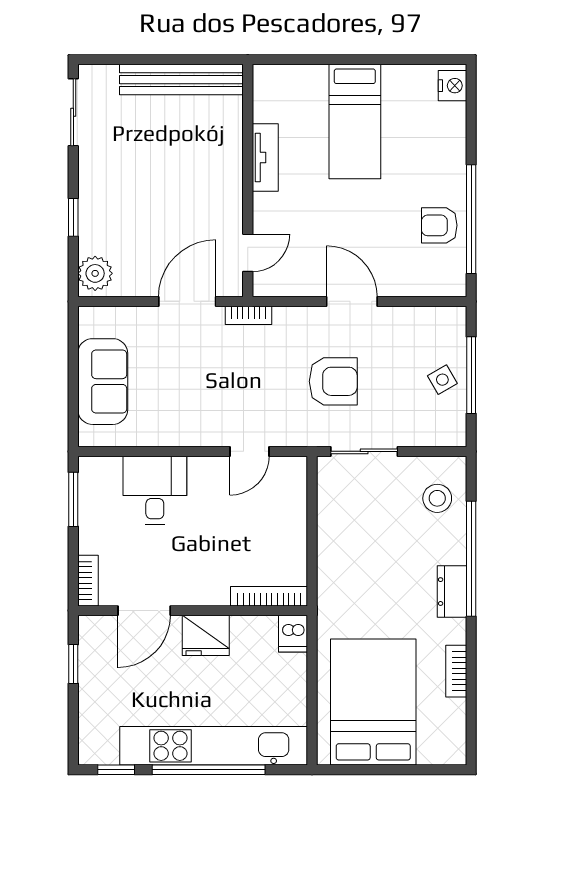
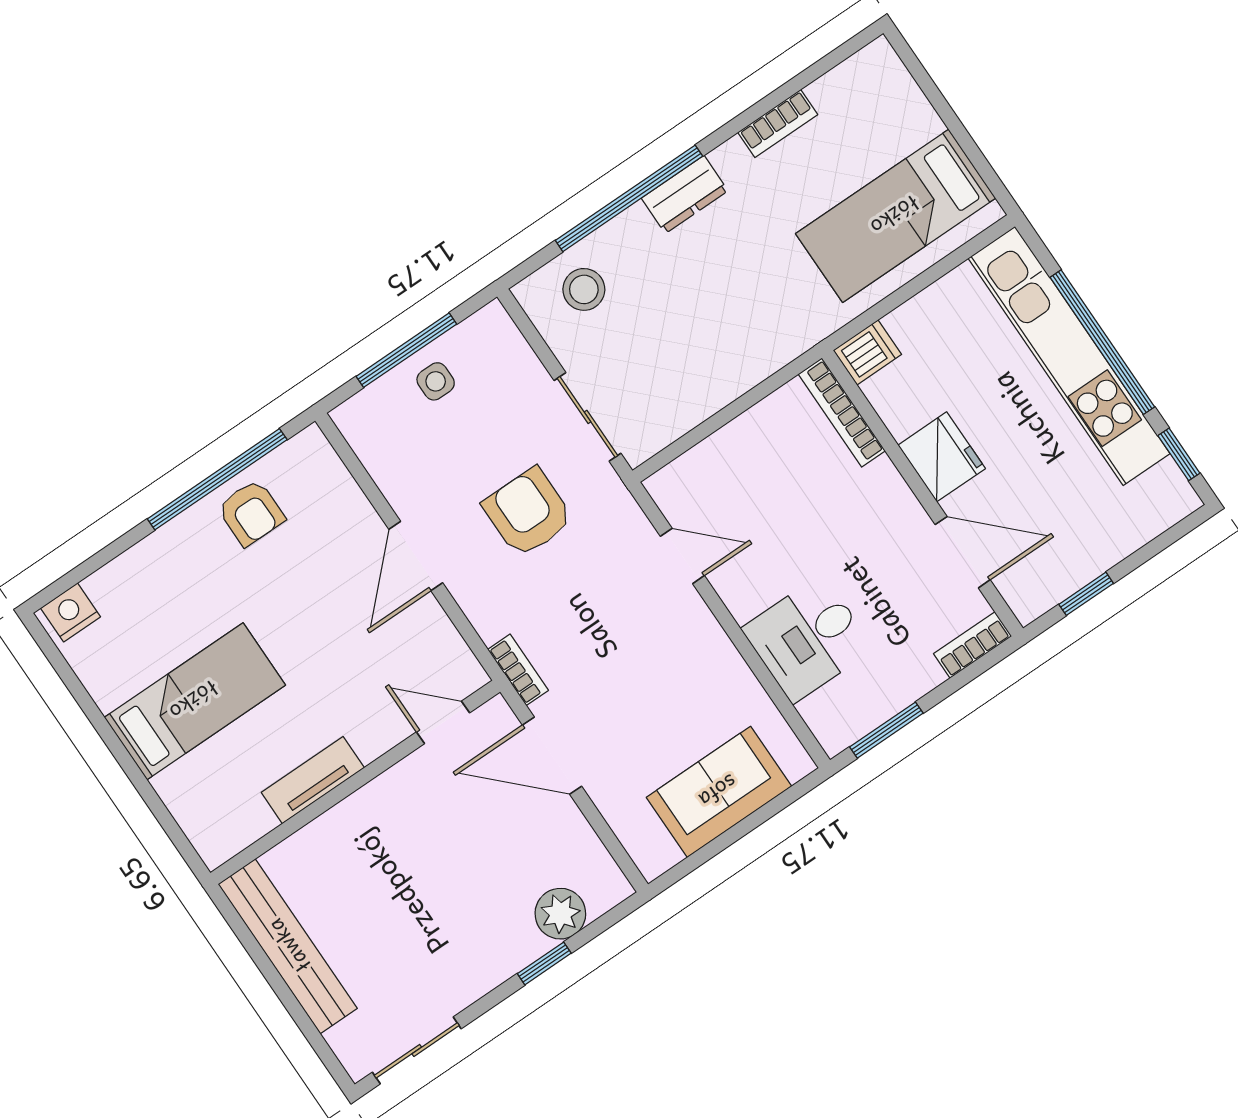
plant: (95, 273) -> (560, 914), moved
side table: (442, 380) -> (436, 381), turned 30
bed: (373, 702) -> (896, 216), width x0.67

